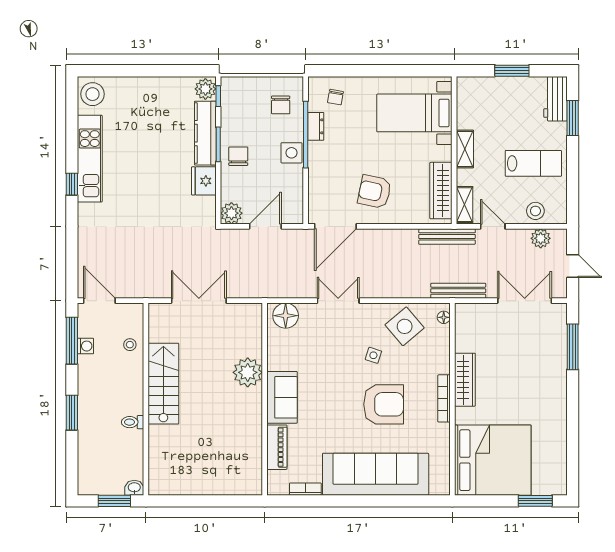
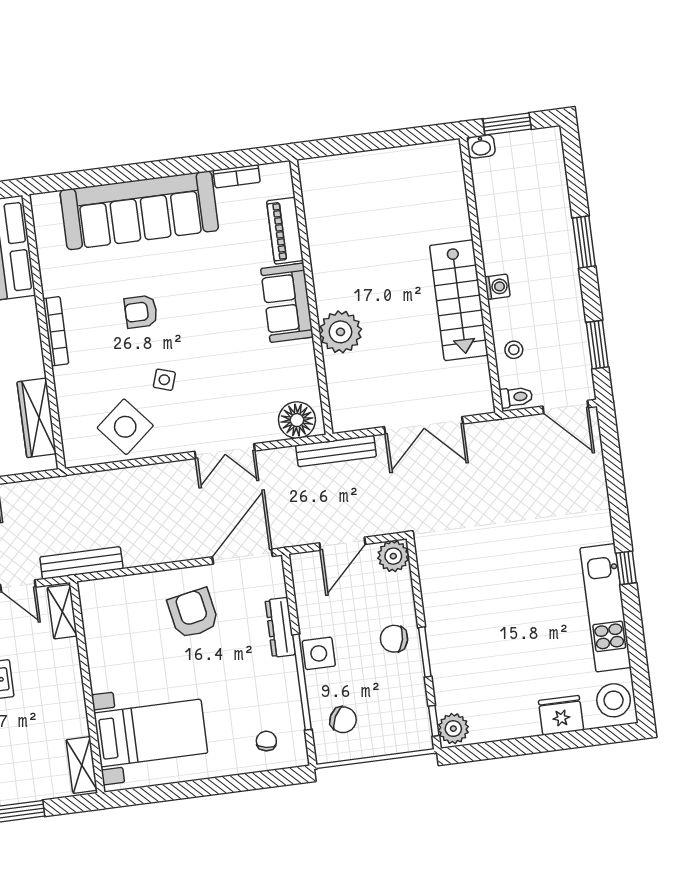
chair: (281, 105) -> (343, 720), turned 117
dresser: (316, 126) -> (280, 627), moved, width x1.44
kitchen counter: (205, 133) -> (445, 666), removed
shelving: (465, 149) -> (82, 765), moved
chair: (238, 156) -> (394, 639), turned 103
fridge: (204, 181) -> (561, 715), moved, turned -90
wardrobe: (441, 191) -> (98, 627), removed
armchair: (374, 192) -> (193, 613), turned -113
bench: (458, 291) -> (336, 451), moved
floor lamp: (444, 317) -> (71, 447), removed
window: (72, 341) -> (597, 345), width x0.69
washing machine: (85, 346) -> (497, 287), moved, turned 180
wardrobe: (465, 380) -> (37, 418), moved
armchair: (384, 404) -> (141, 312), width x0.53, depth x0.53
toilet: (133, 422) -> (516, 397), moved

